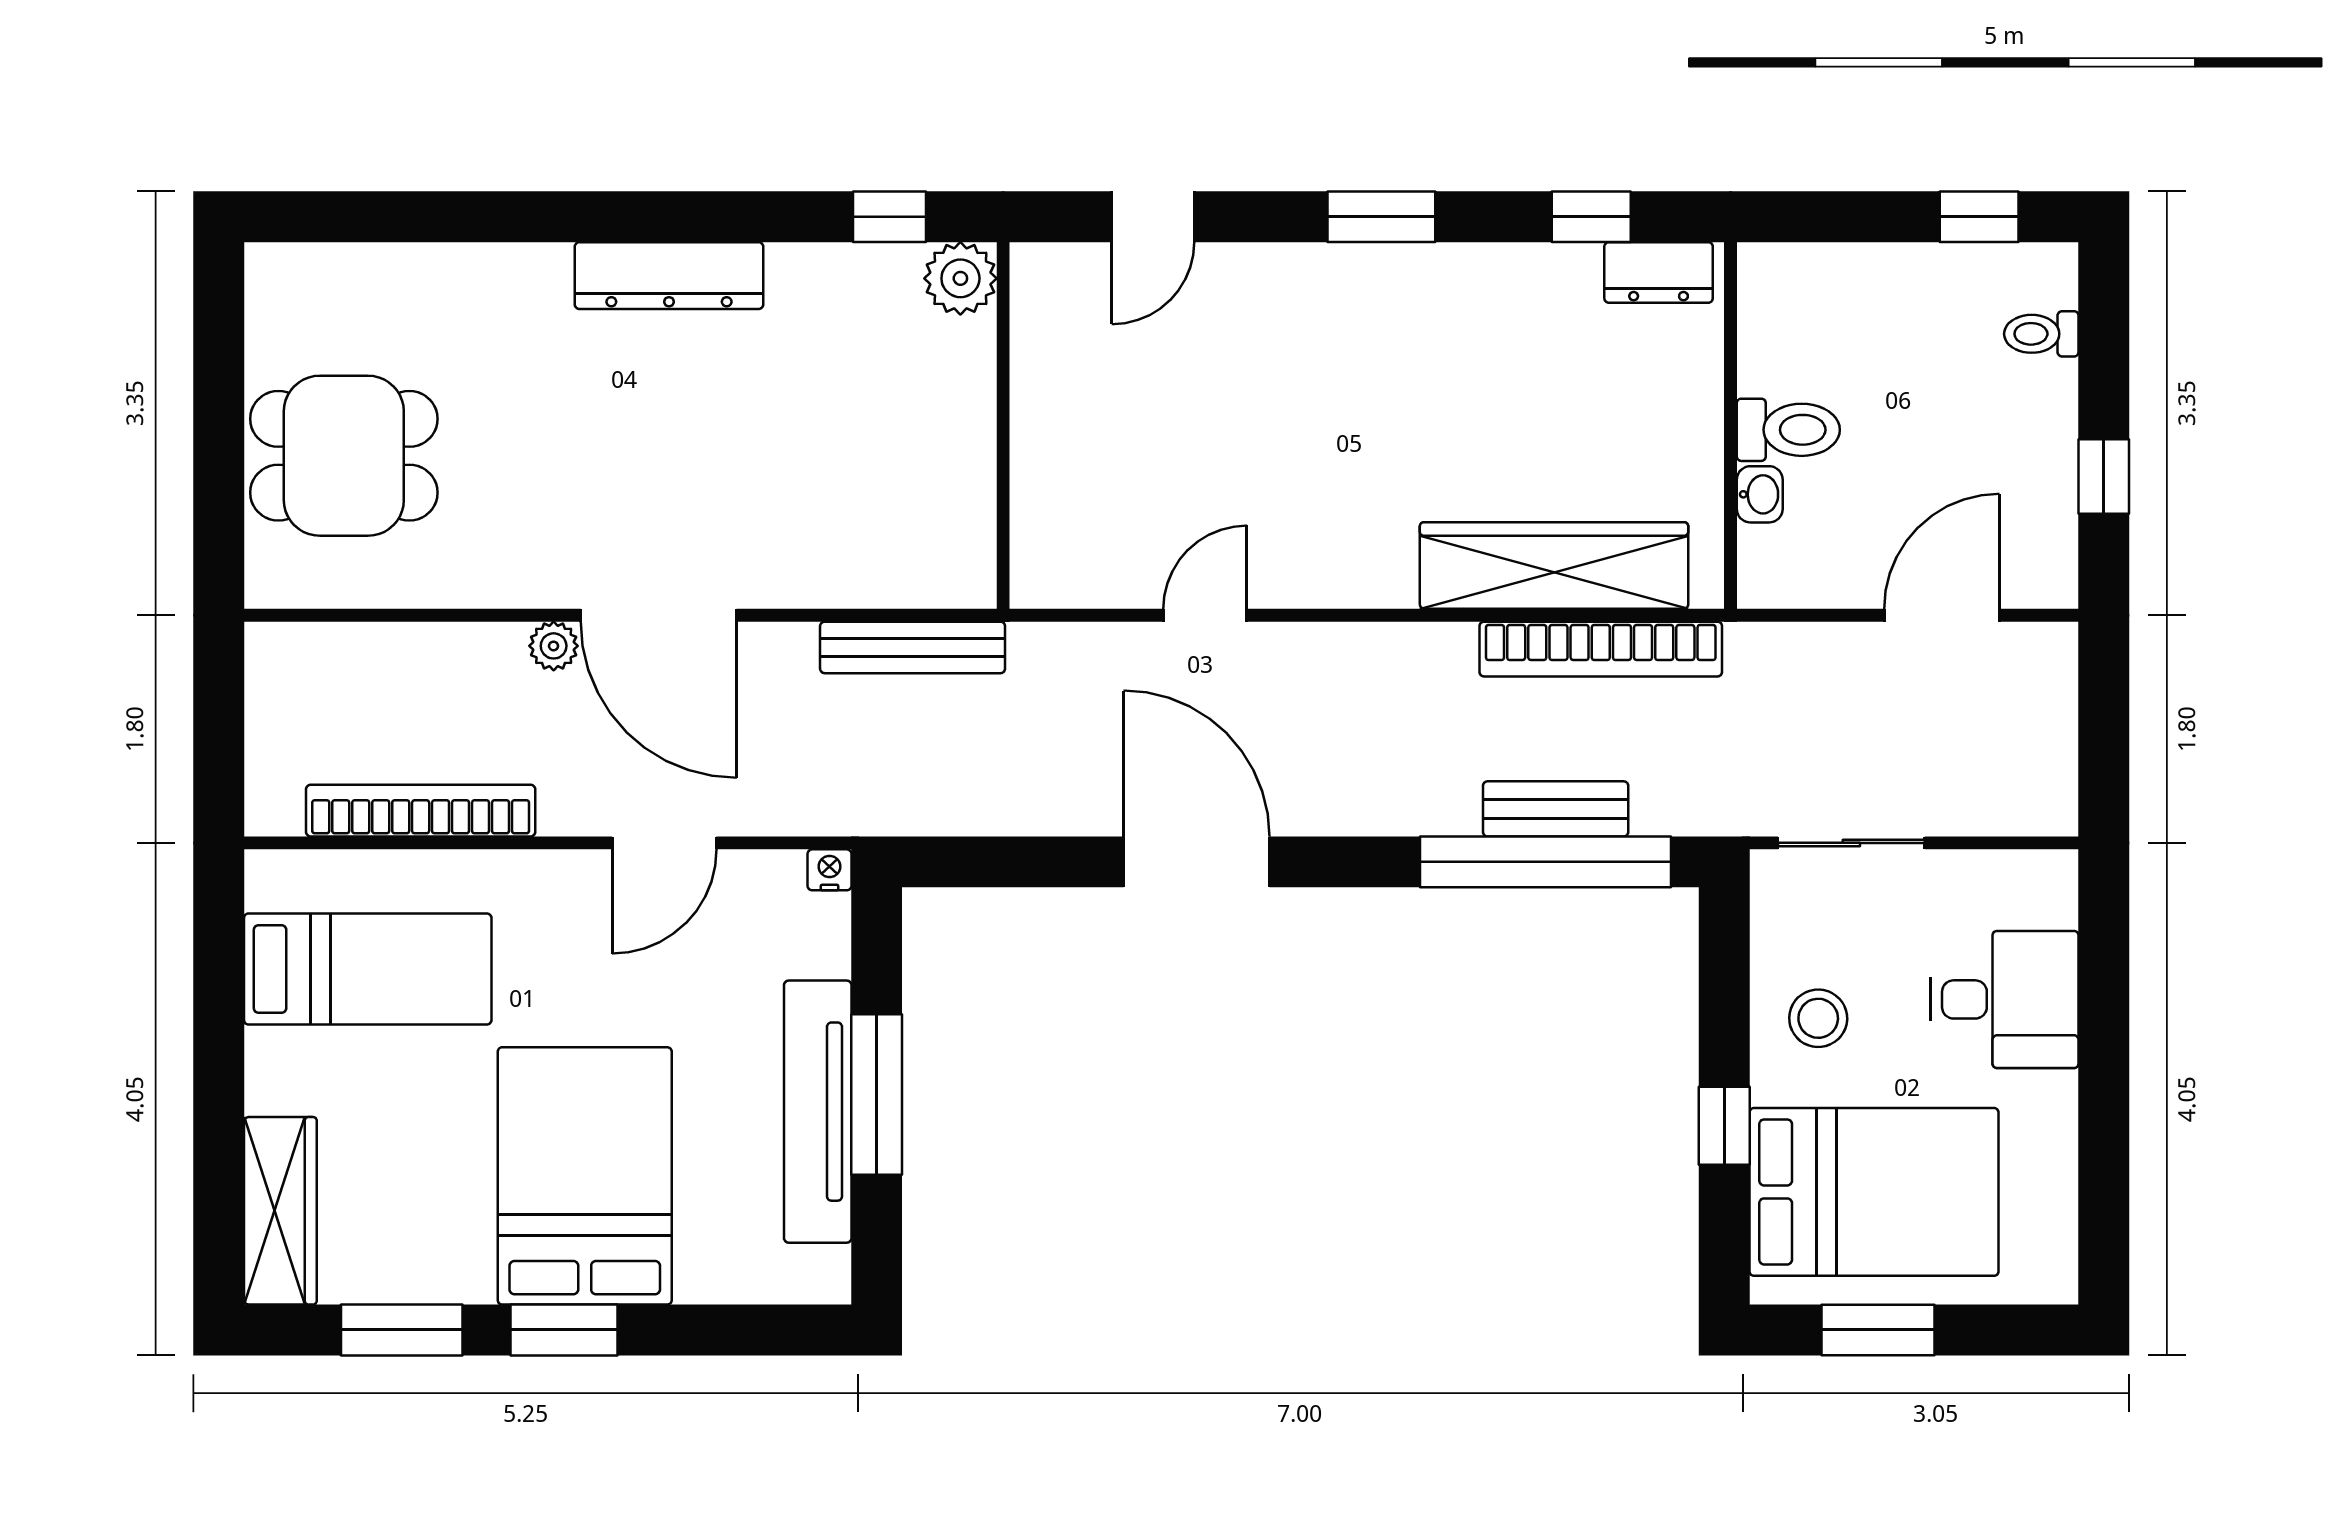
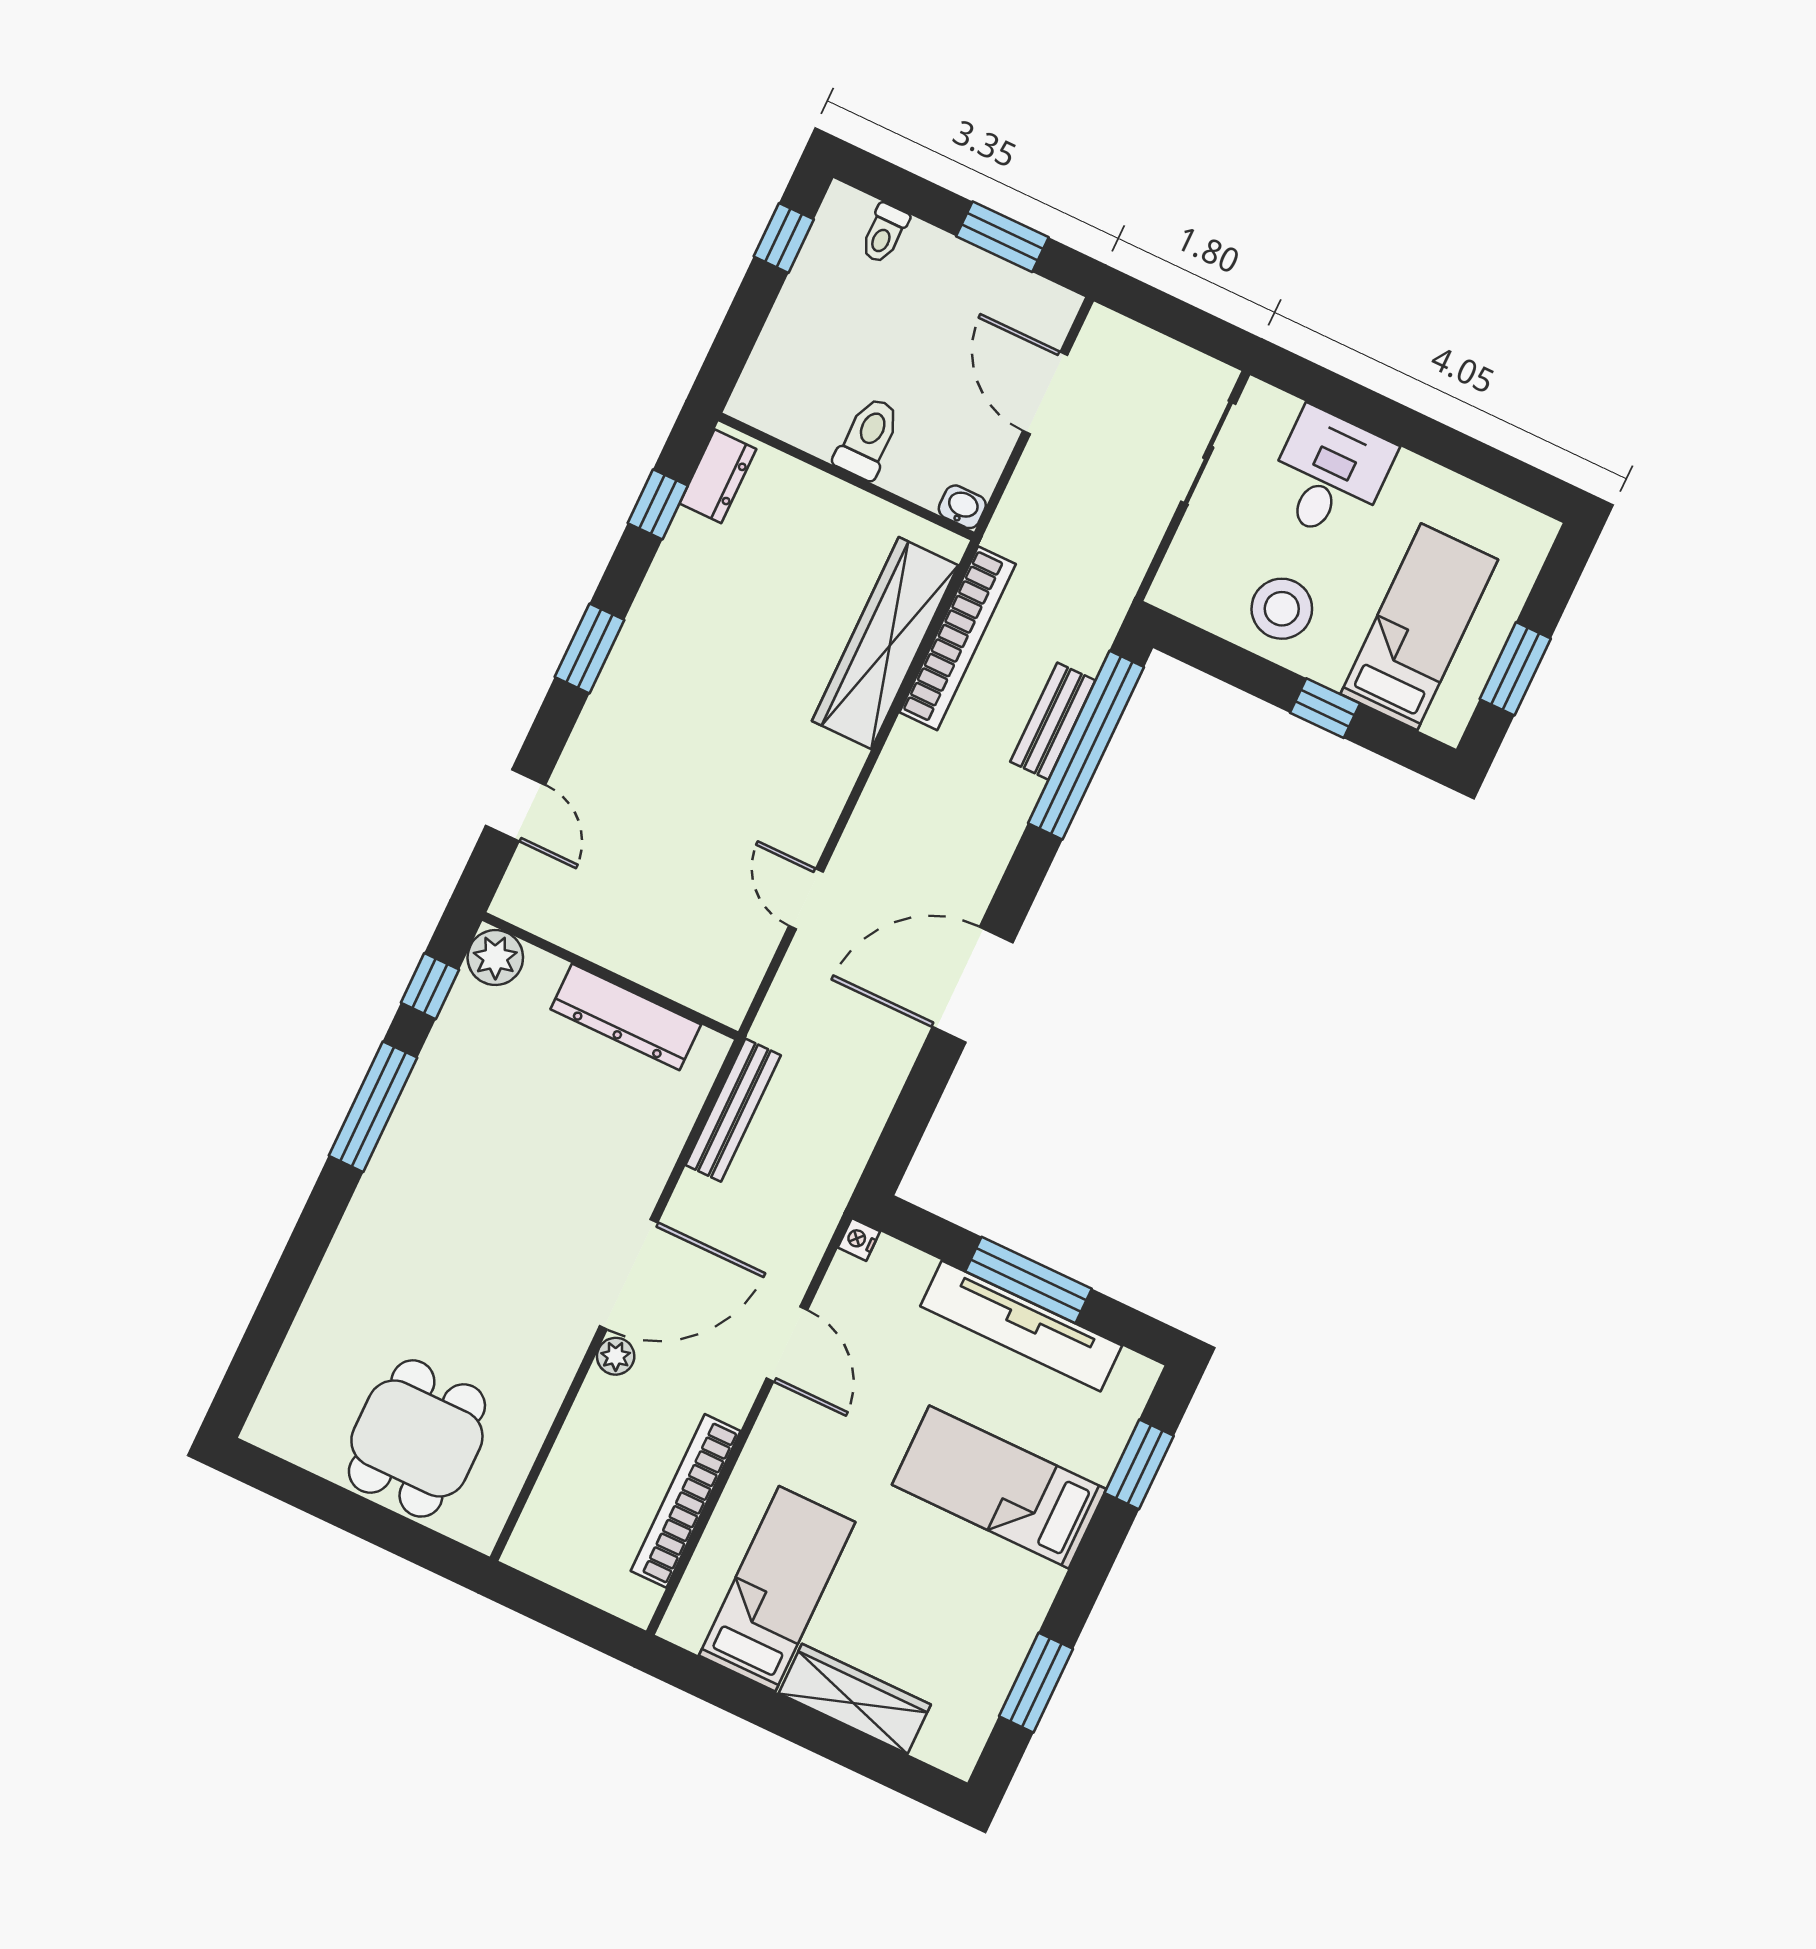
window: (714, 217) -> (373, 1107), added
dresser: (669, 276) -> (626, 1017), moved, turned 90
window: (2104, 476) -> (1002, 237), width x1.50
washbasin: (1760, 494) -> (962, 507), moved
sliding door: (1851, 843) -> (1208, 453), moved
stool: (1818, 1018) -> (1282, 609), width x1.38, depth x1.38
bed: (585, 1176) -> (999, 1487), width x0.67
bed: (1874, 1192) -> (1419, 627), width x0.67
wardrobe: (280, 1211) -> (855, 1699), moved
window: (564, 1330) -> (1139, 1464), moved

